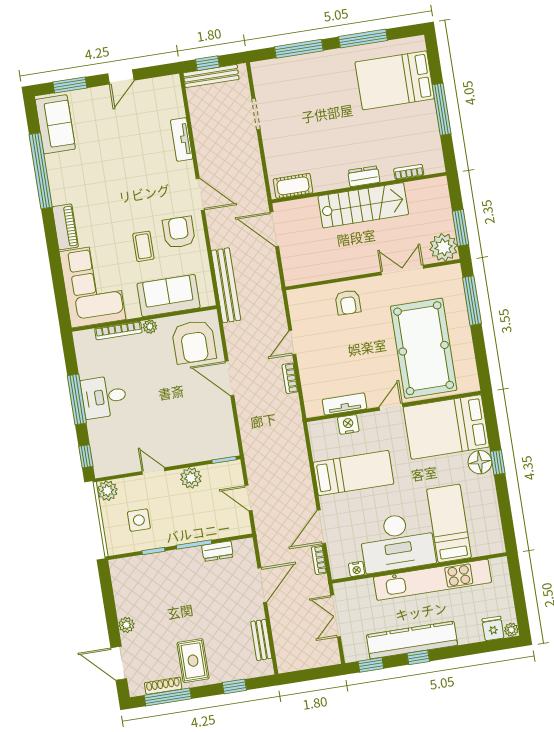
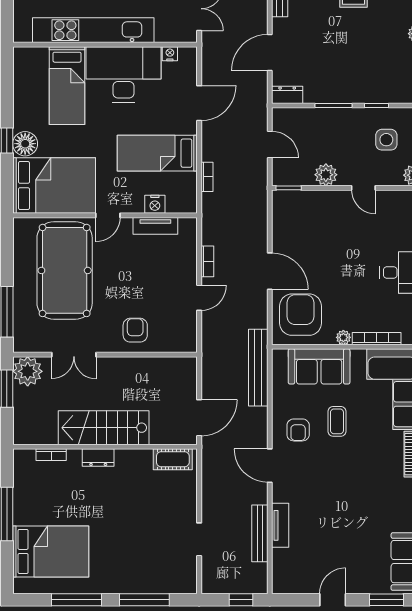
bench: (211, 76) -> (260, 533), moved, turned 90
door: (274, 229) -> (199, 418), hinge flipped
armchair: (179, 232) -> (298, 430), width x0.72, depth x0.72
dresser: (218, 551) -> (287, 95), moved
bookcase: (319, 560) -> (207, 177), moved

